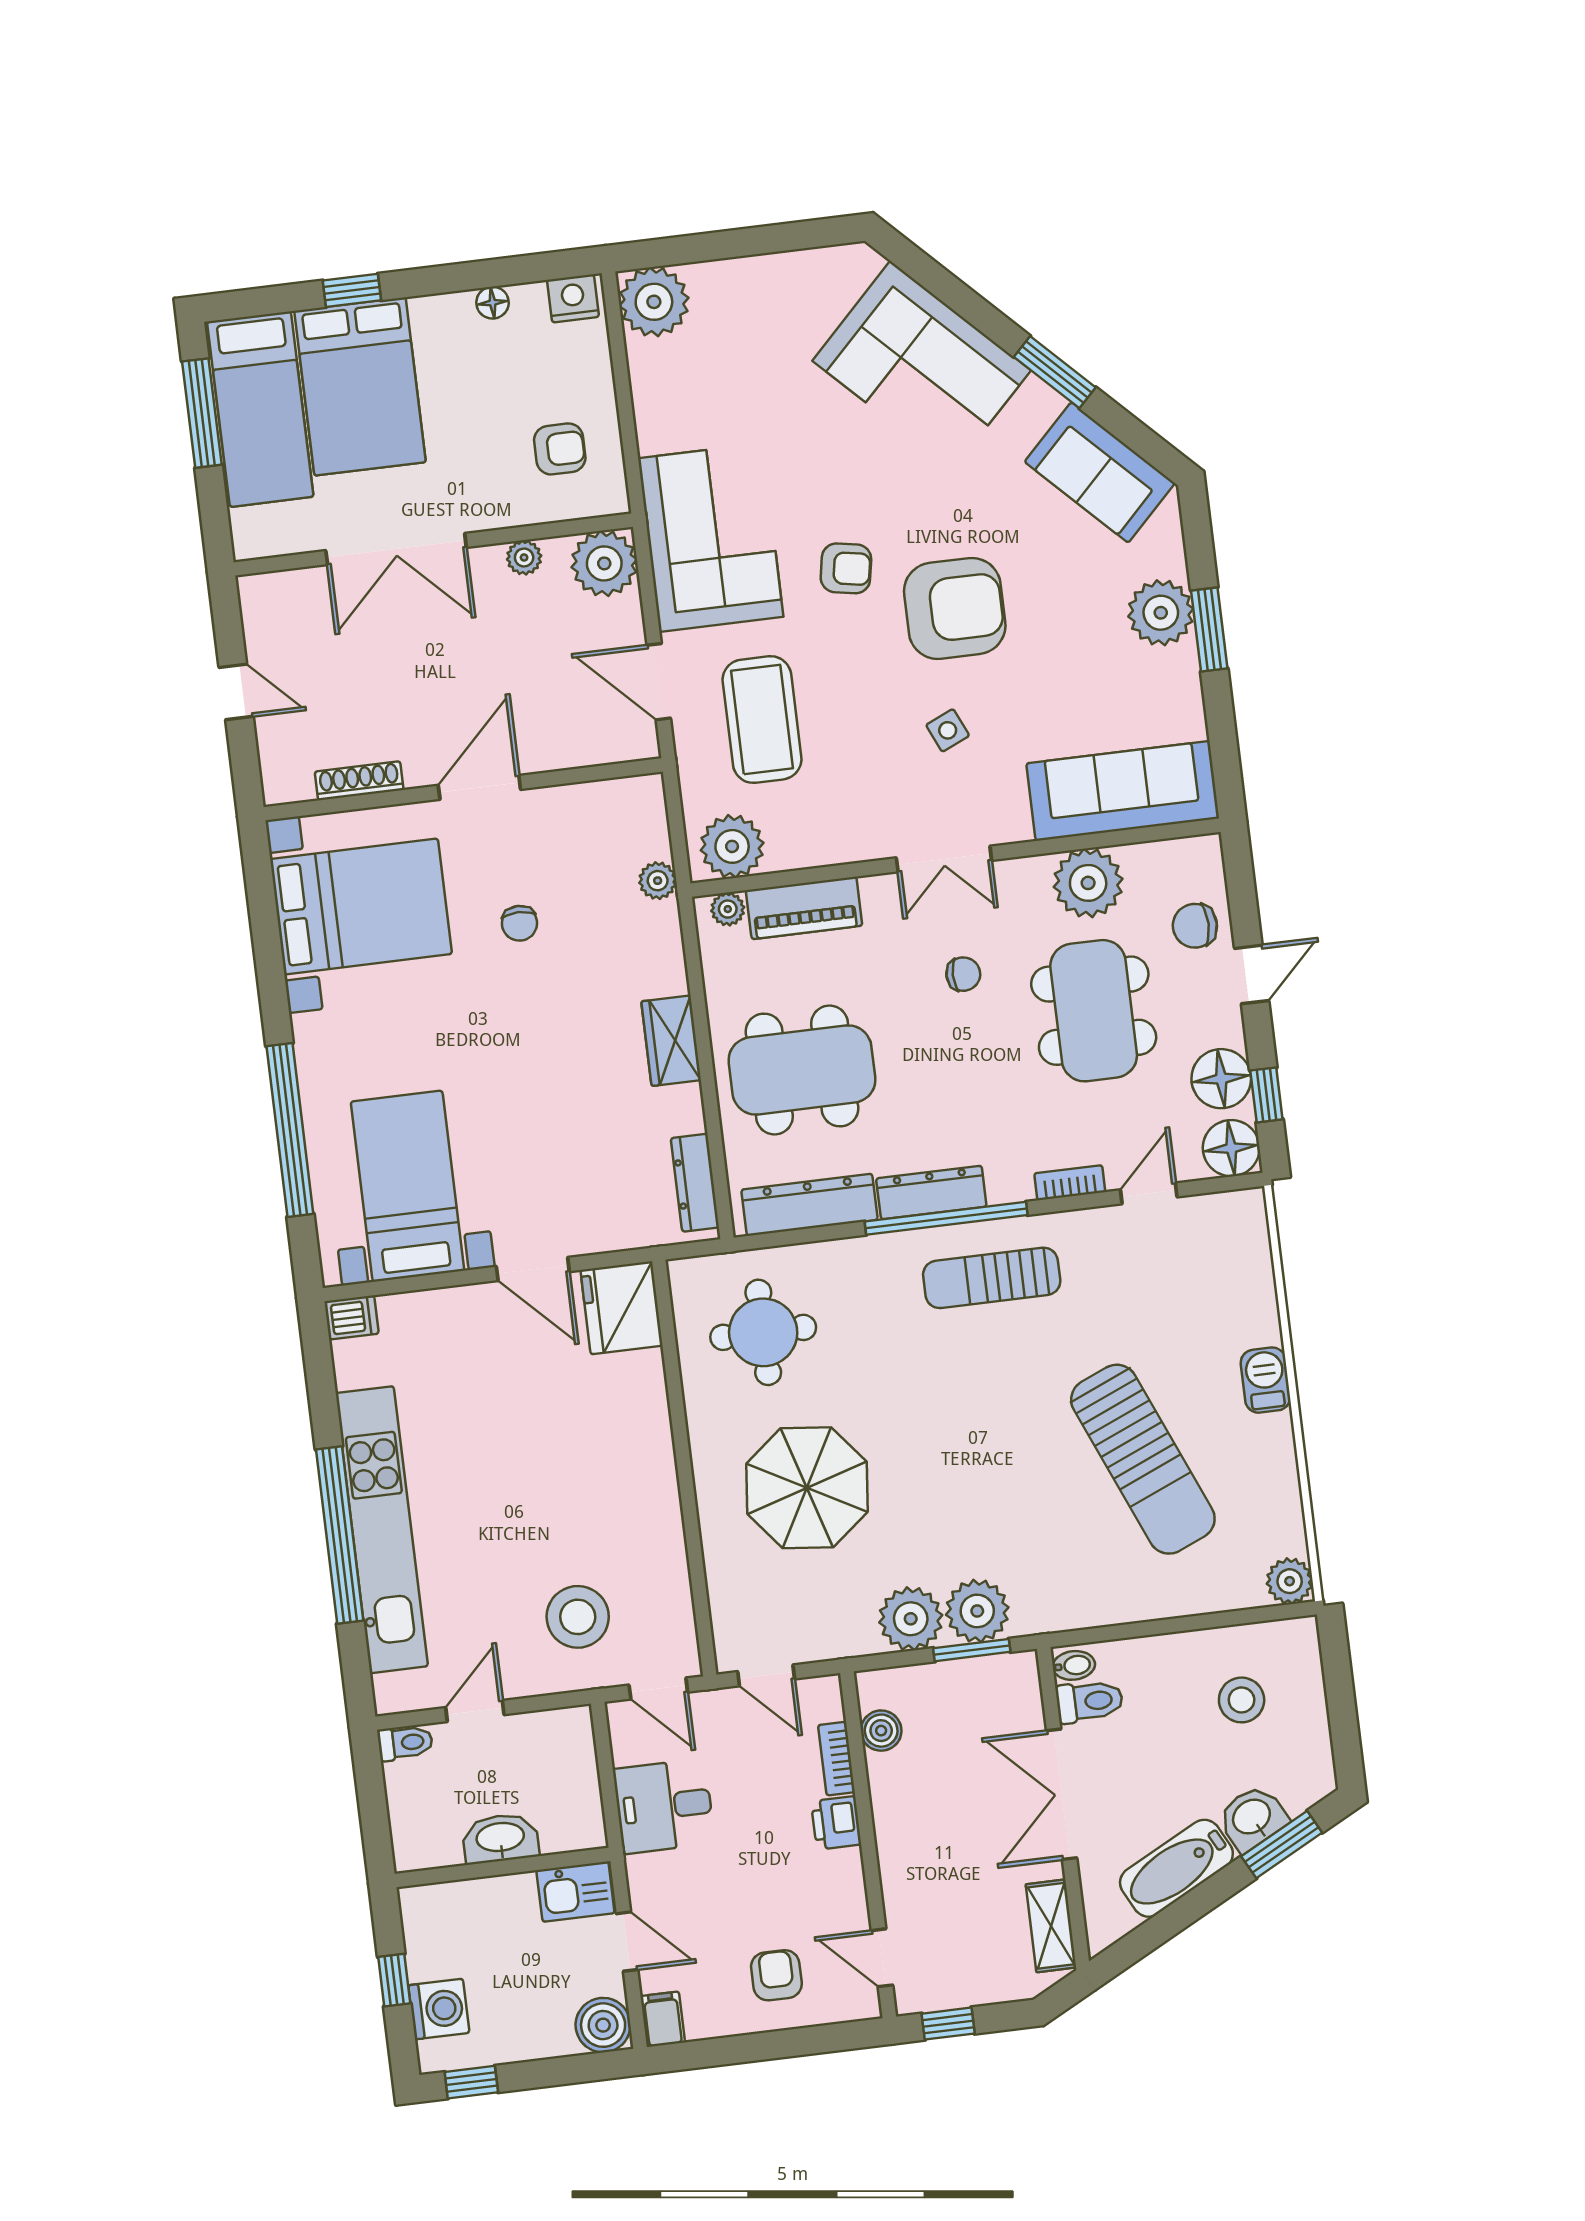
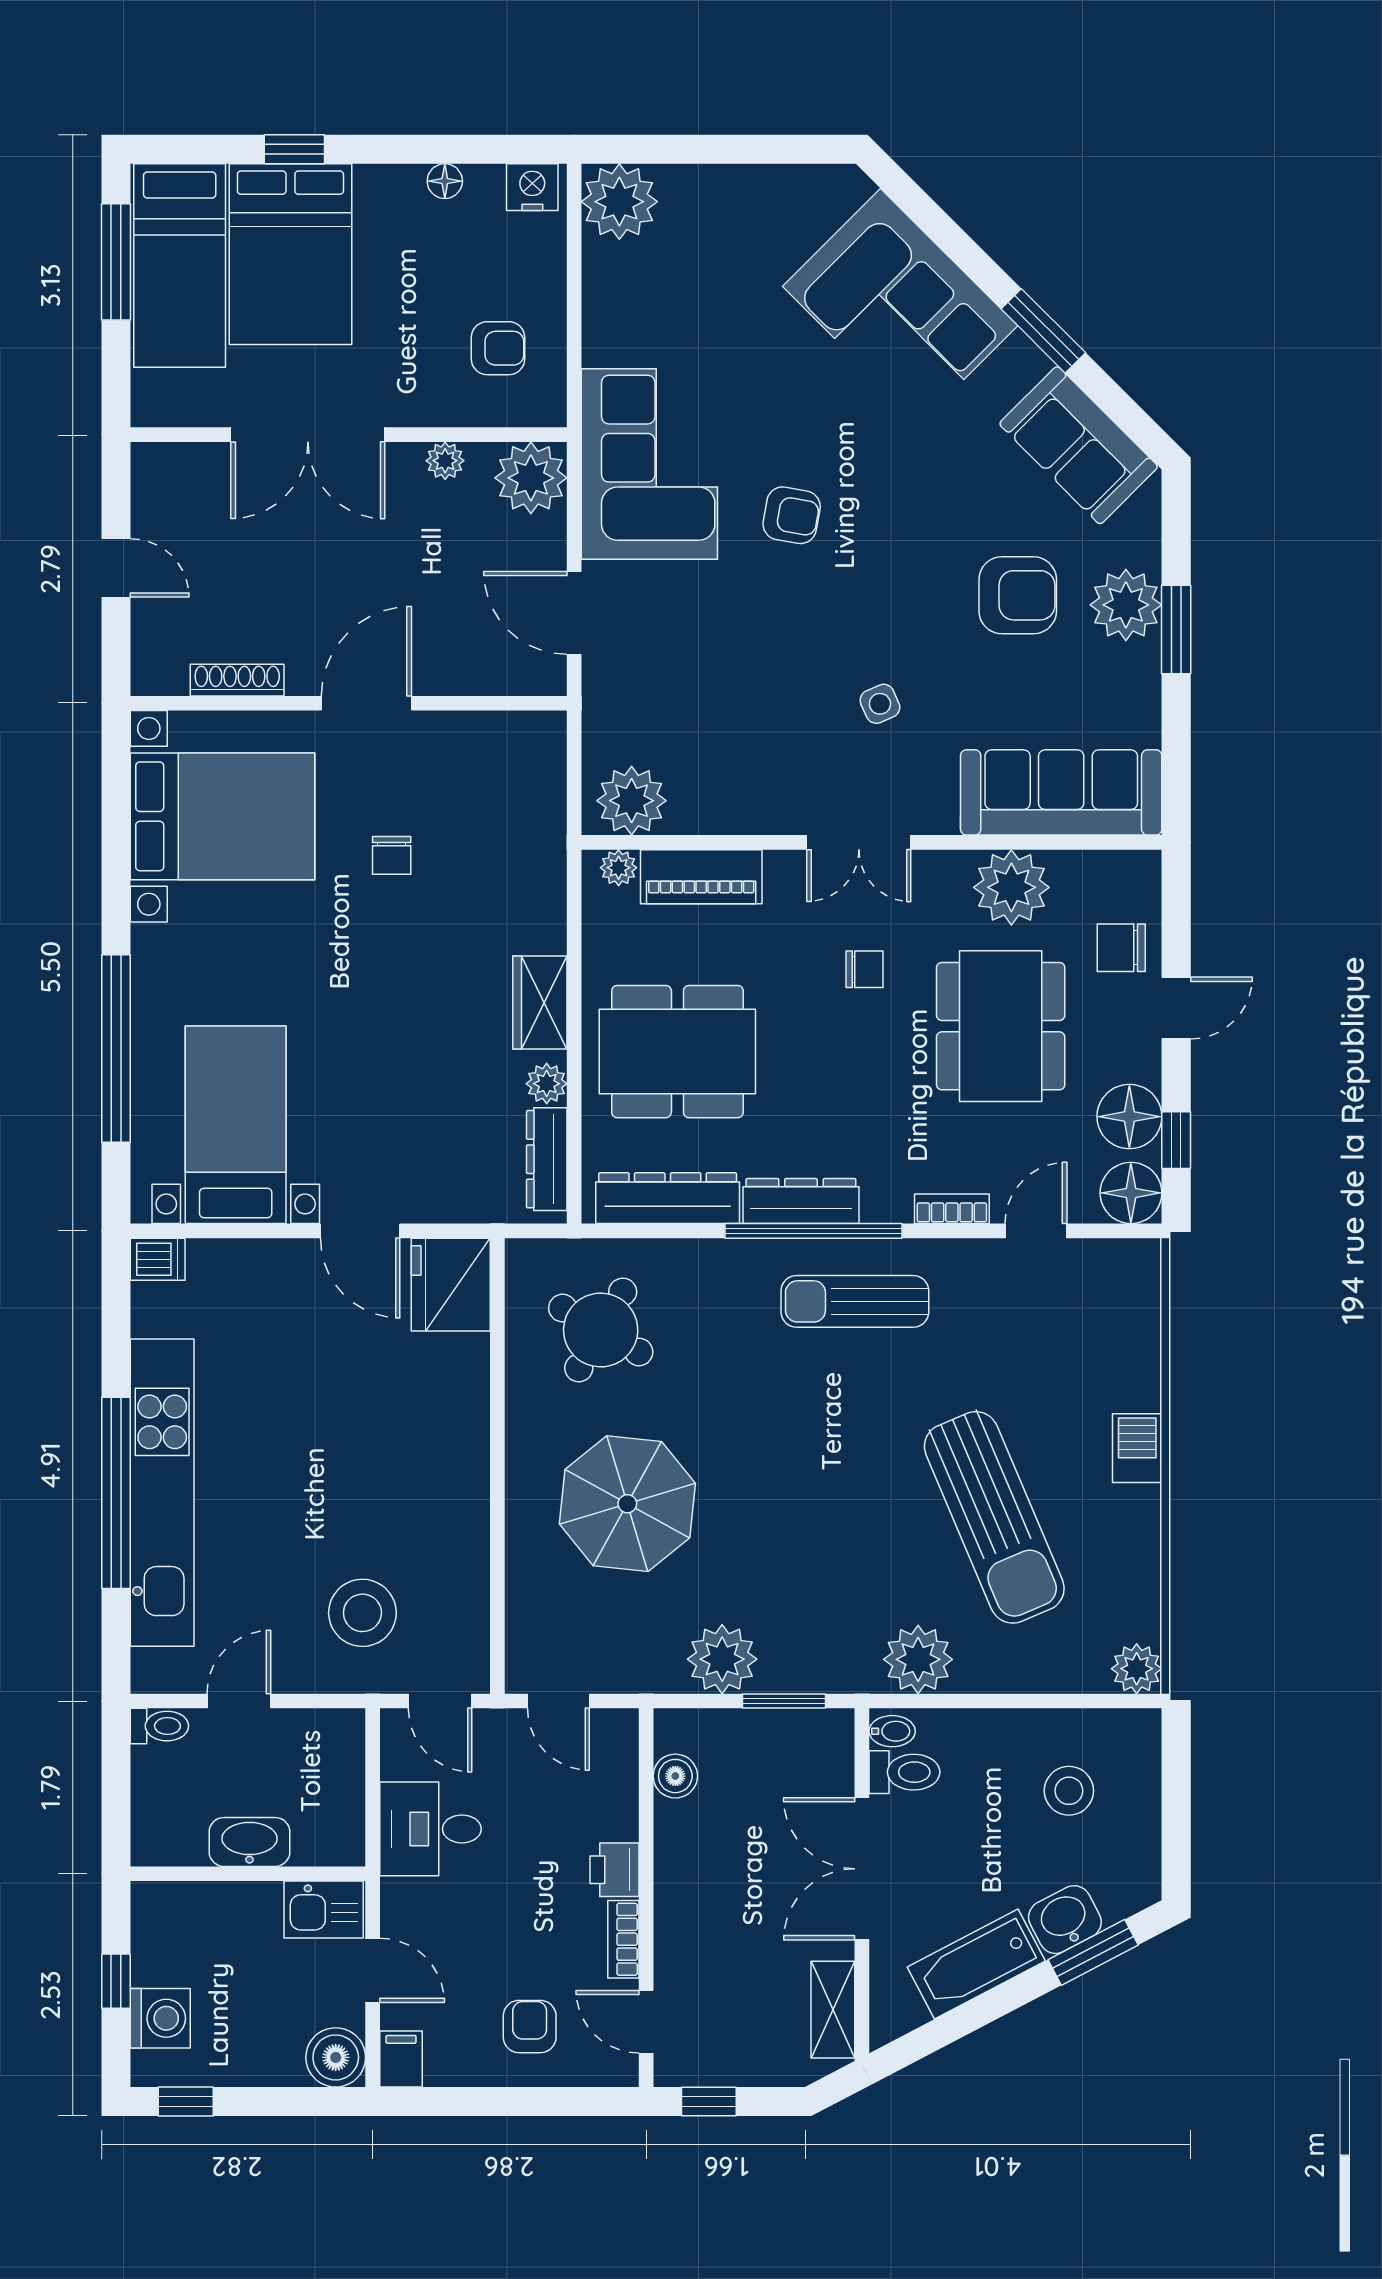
armchair: (955, 608) -> (1018, 595), moved, width x0.73, depth x0.73
coffee table: (762, 720) -> (681, 667), removed
plant: (658, 881) -> (547, 1084), moved
round table: (763, 1332) -> (601, 1330), turned 30
plant: (977, 1611) -> (918, 1659), moved
bookcase: (836, 1759) -> (623, 1939), moved

